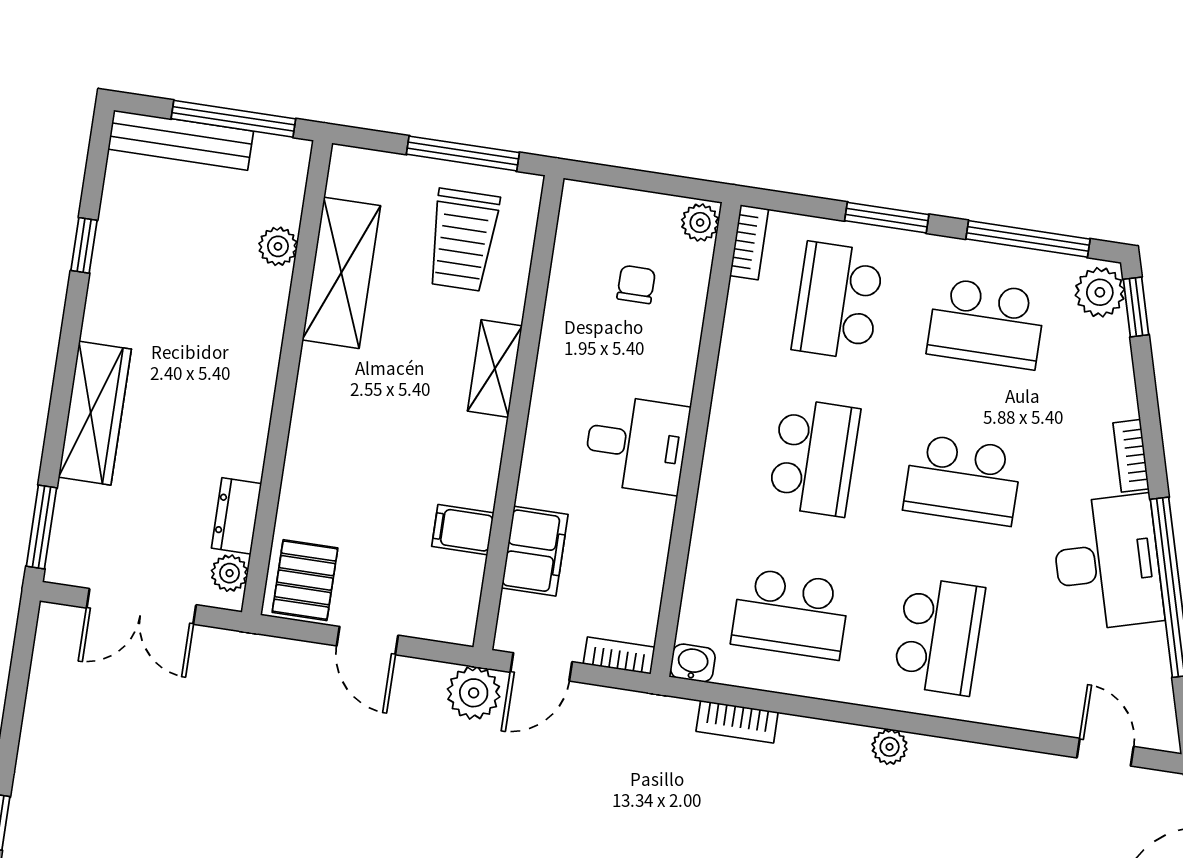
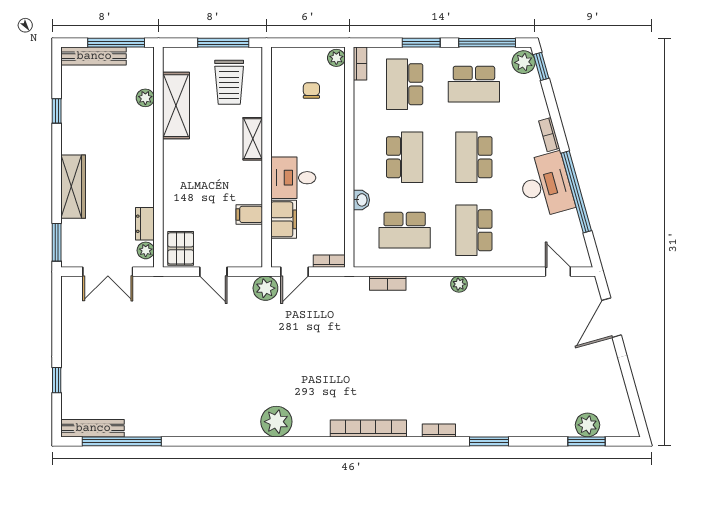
desk: (636, 444) -> (293, 178), moved, turned 180
school desk: (963, 480) -> (474, 157), turned 90
school desk: (939, 636) -> (474, 230), turned 180
washbasin: (693, 663) -> (361, 200), moved, turned 90

